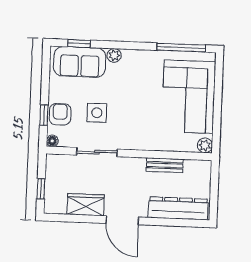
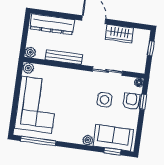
armchair: (60, 114) -> (131, 101), turned 180
bench: (165, 165) -> (64, 57), width x1.36
plant: (204, 167) -> (30, 52), added

